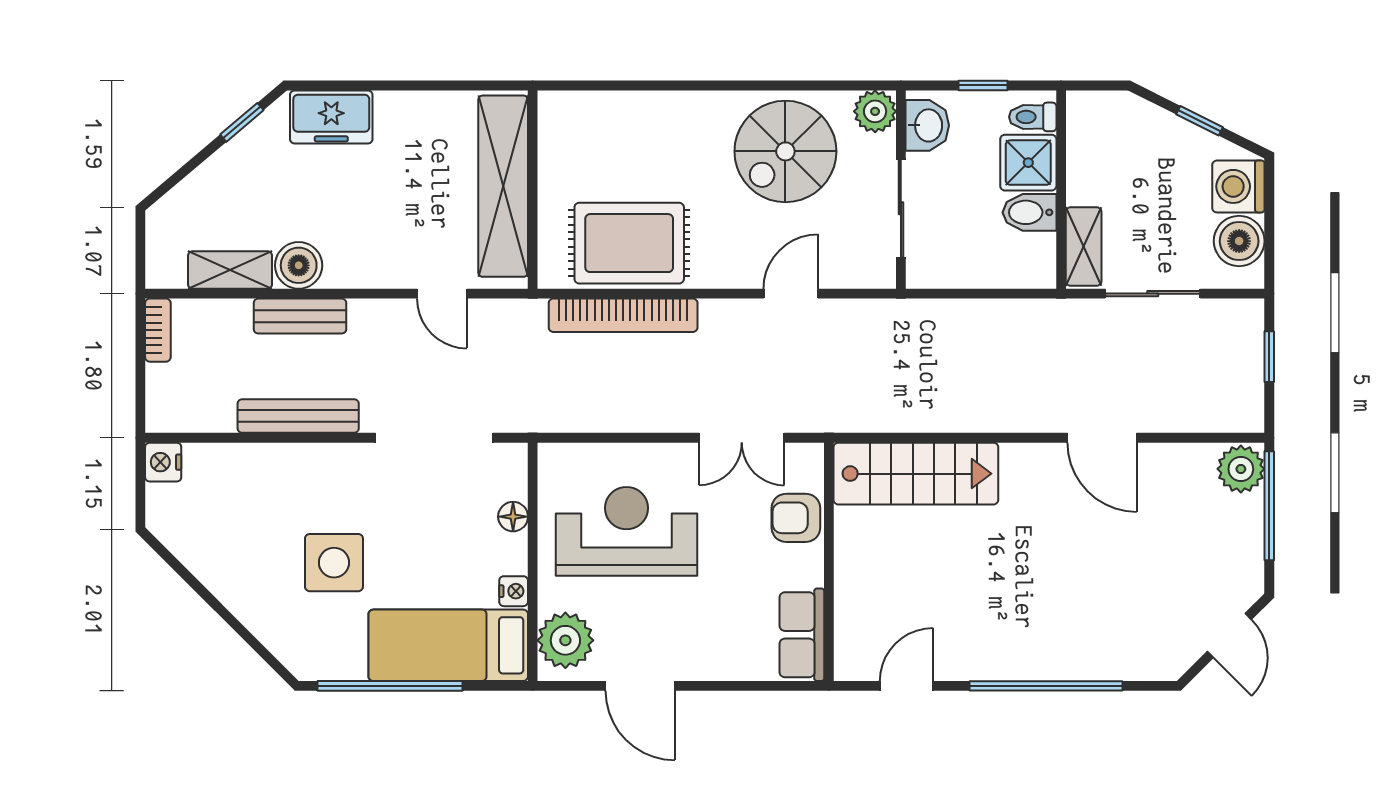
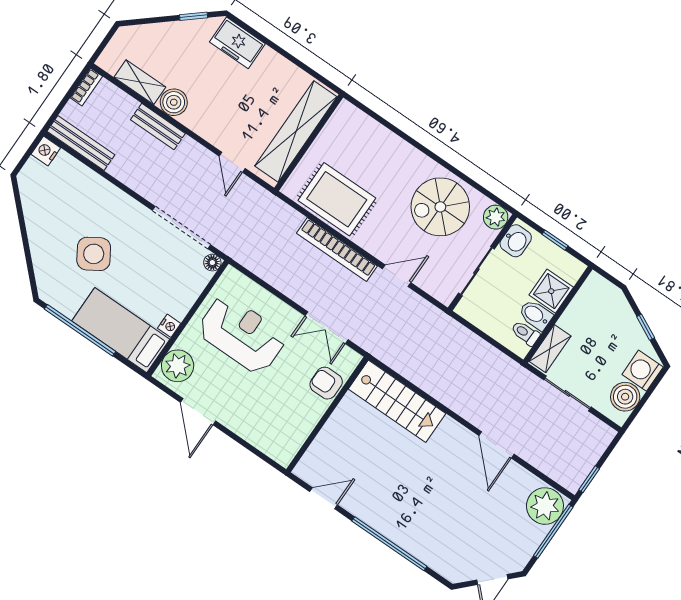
toilet: (1033, 117) -> (525, 333), moved
bookcase: (623, 315) -> (337, 250), moved
window: (1269, 357) -> (589, 479), moved
bench: (298, 416) -> (81, 143), moved
plant: (1241, 469) -> (545, 506), width x1.36, depth x1.36
floor lamp: (513, 517) -> (212, 263), moved
side table: (334, 563) -> (94, 254), turned -32
row of seats: (802, 635) -> (291, 440), removed

